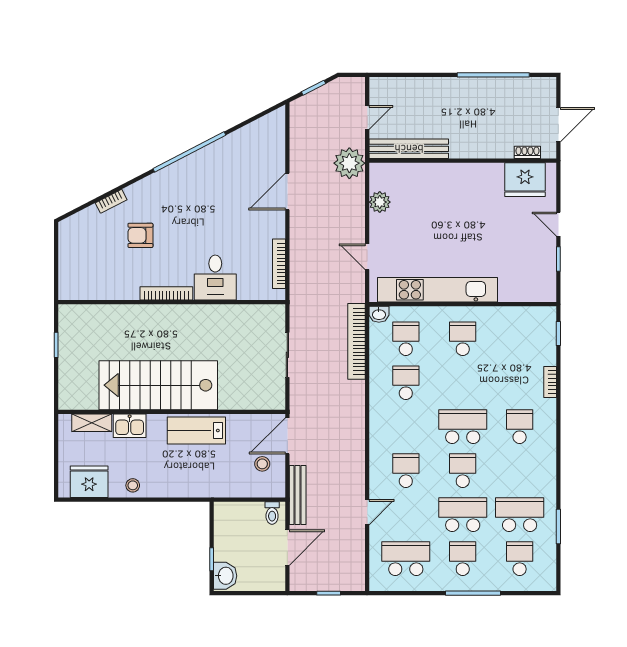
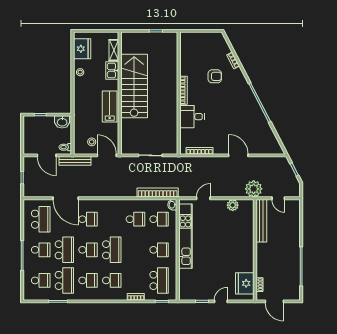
armchair: (140, 235) -> (215, 76), turned 90
school desk: (520, 339) -> (159, 280), added
school desk: (520, 471) -> (88, 280), added
door: (367, 512) -> (66, 198), width x1.87
washbasin: (225, 576) -> (62, 122), moved

